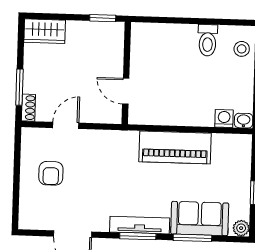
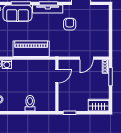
toilet: (208, 40) -> (30, 103), moved
door: (126, 91) -> (57, 76), hinge flipped
armchair: (51, 173) -> (70, 24), moved

